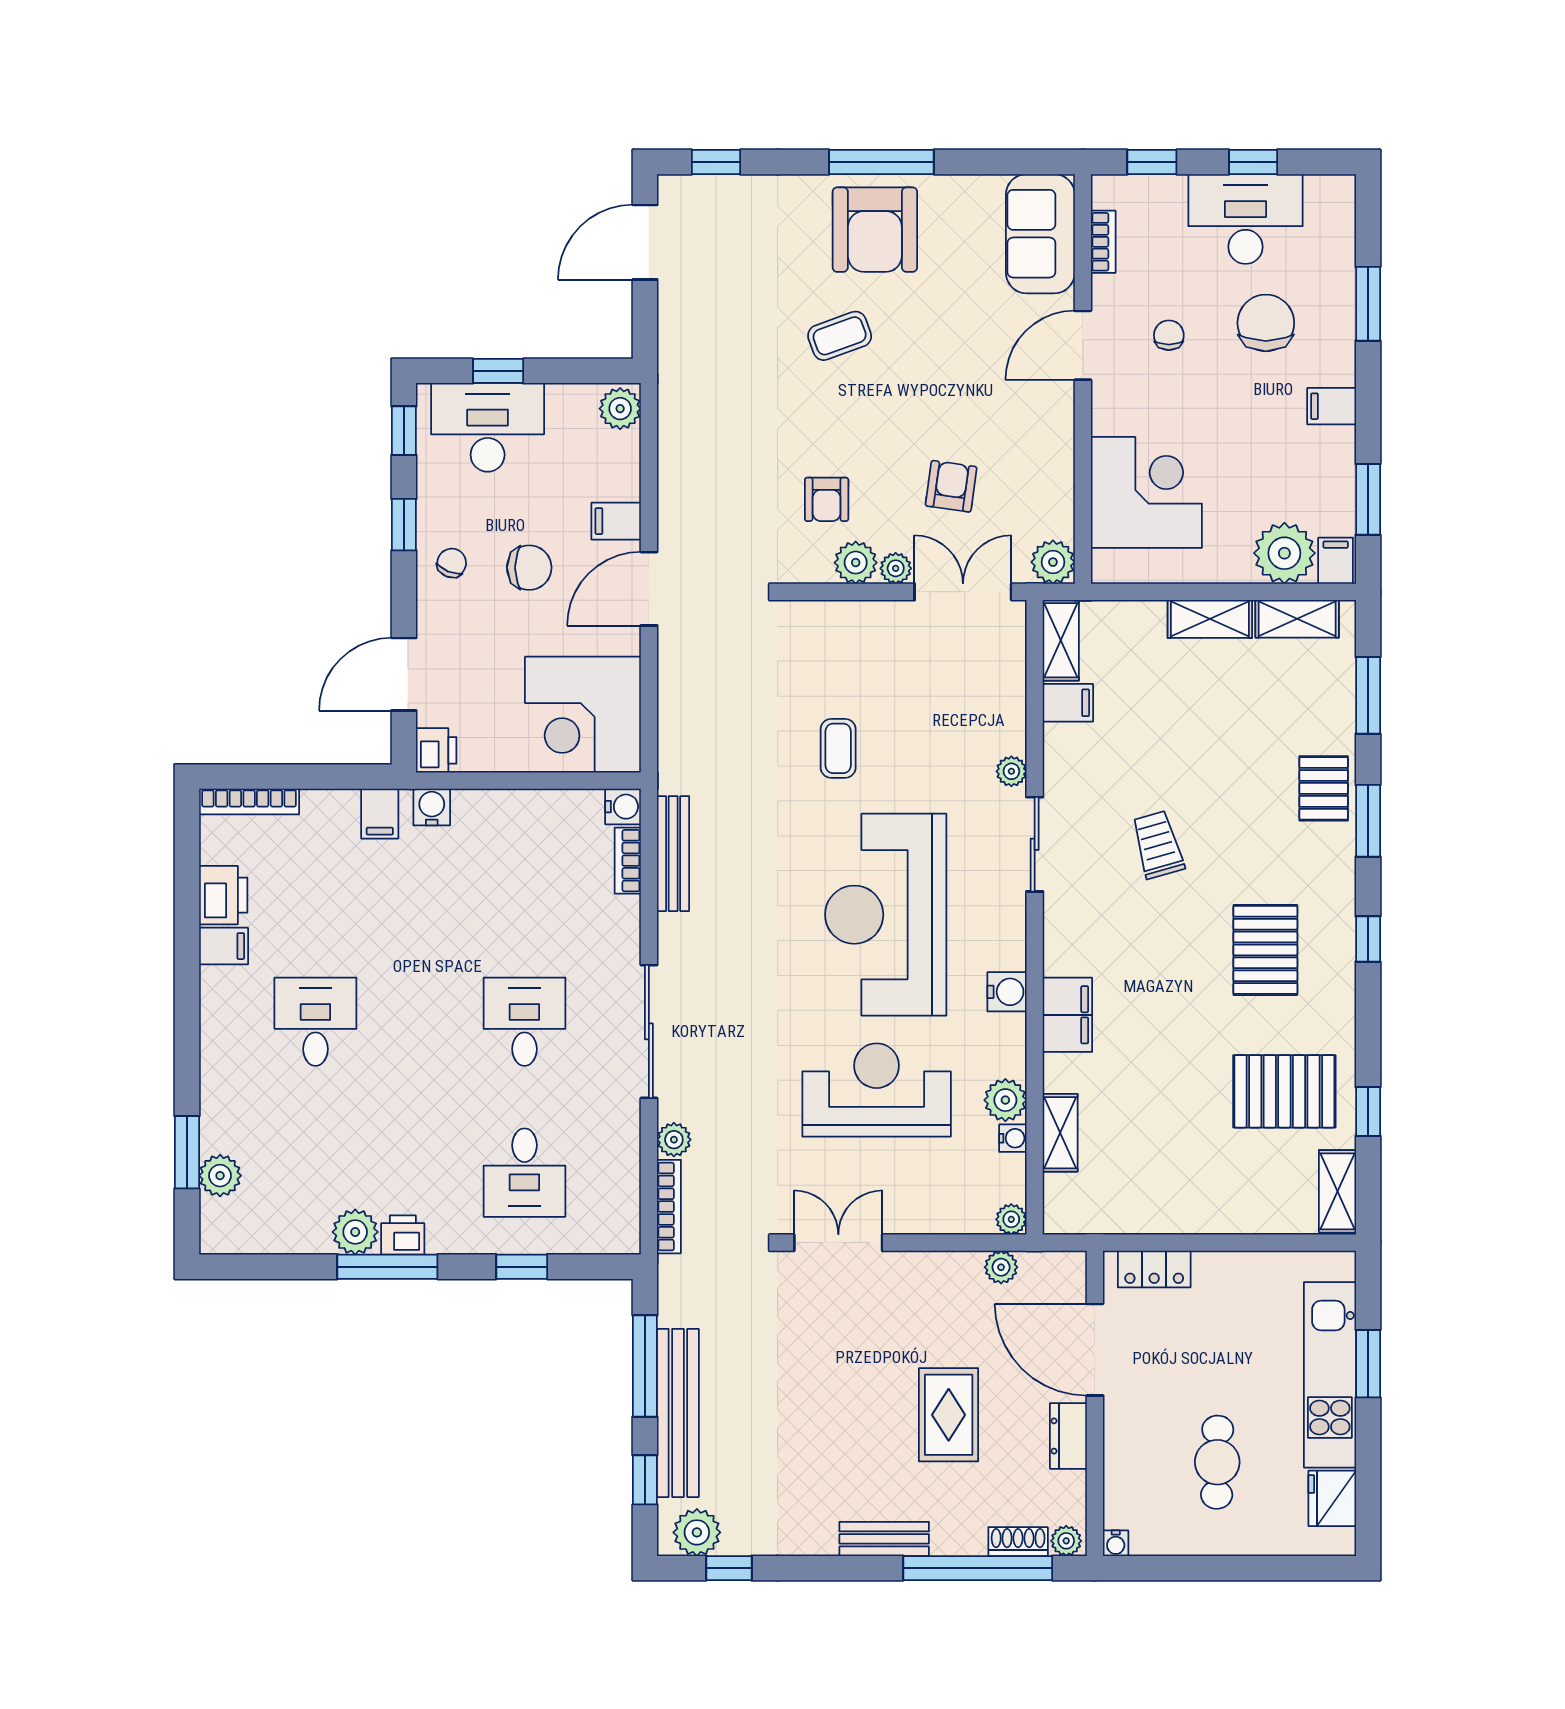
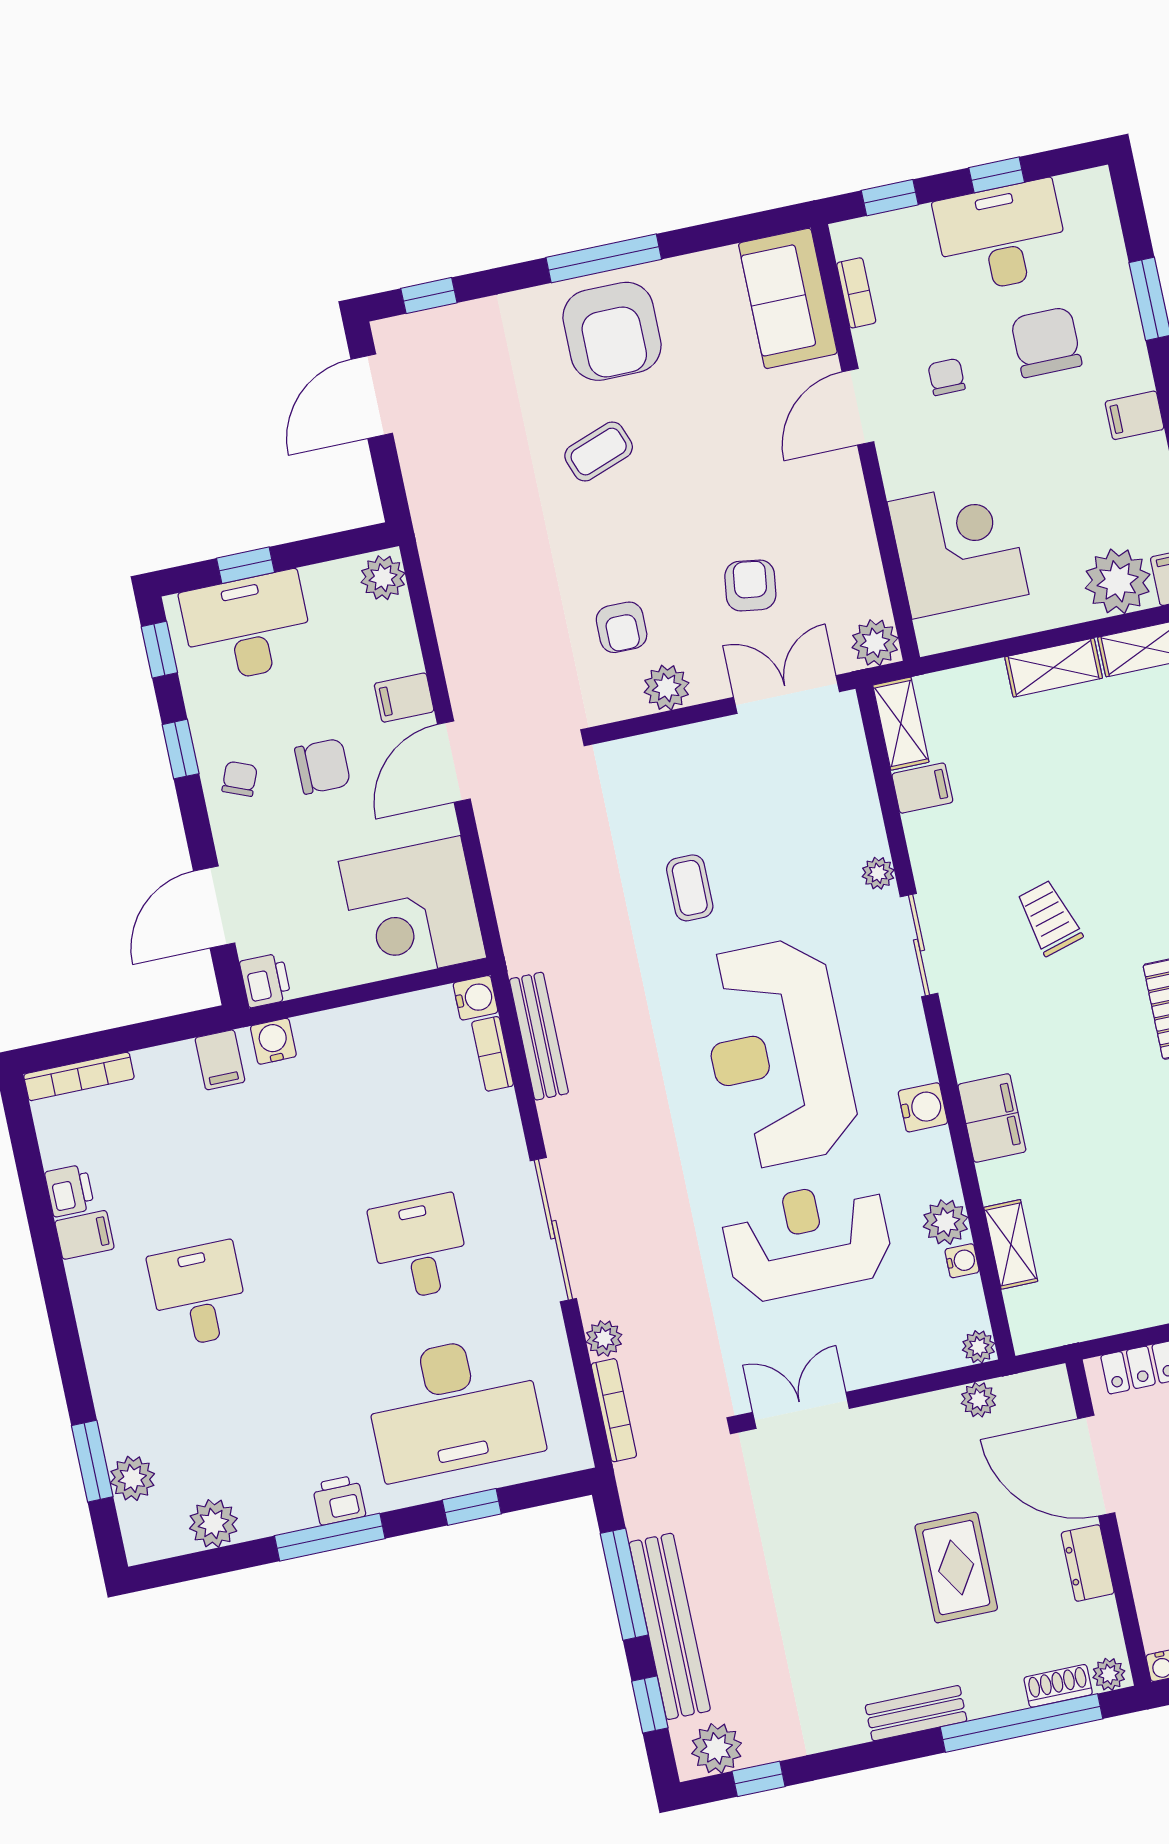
plant: (896, 568) -> (710, 685), removed
printer: (223, 895) -> (70, 1191), width x0.73, depth x0.81
desk: (524, 1173) -> (454, 1407), width x1.87, depth x1.30
plant: (355, 1232) -> (213, 1523), moved

